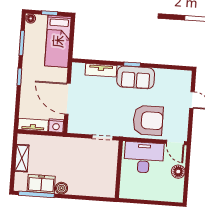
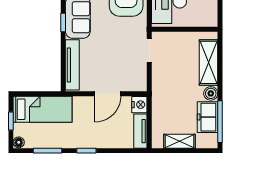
tv unit: (101, 70) -> (72, 65), width x1.41
door: (67, 99) -> (108, 94), width x0.73
shelving: (88, 188) -> (209, 62), added

